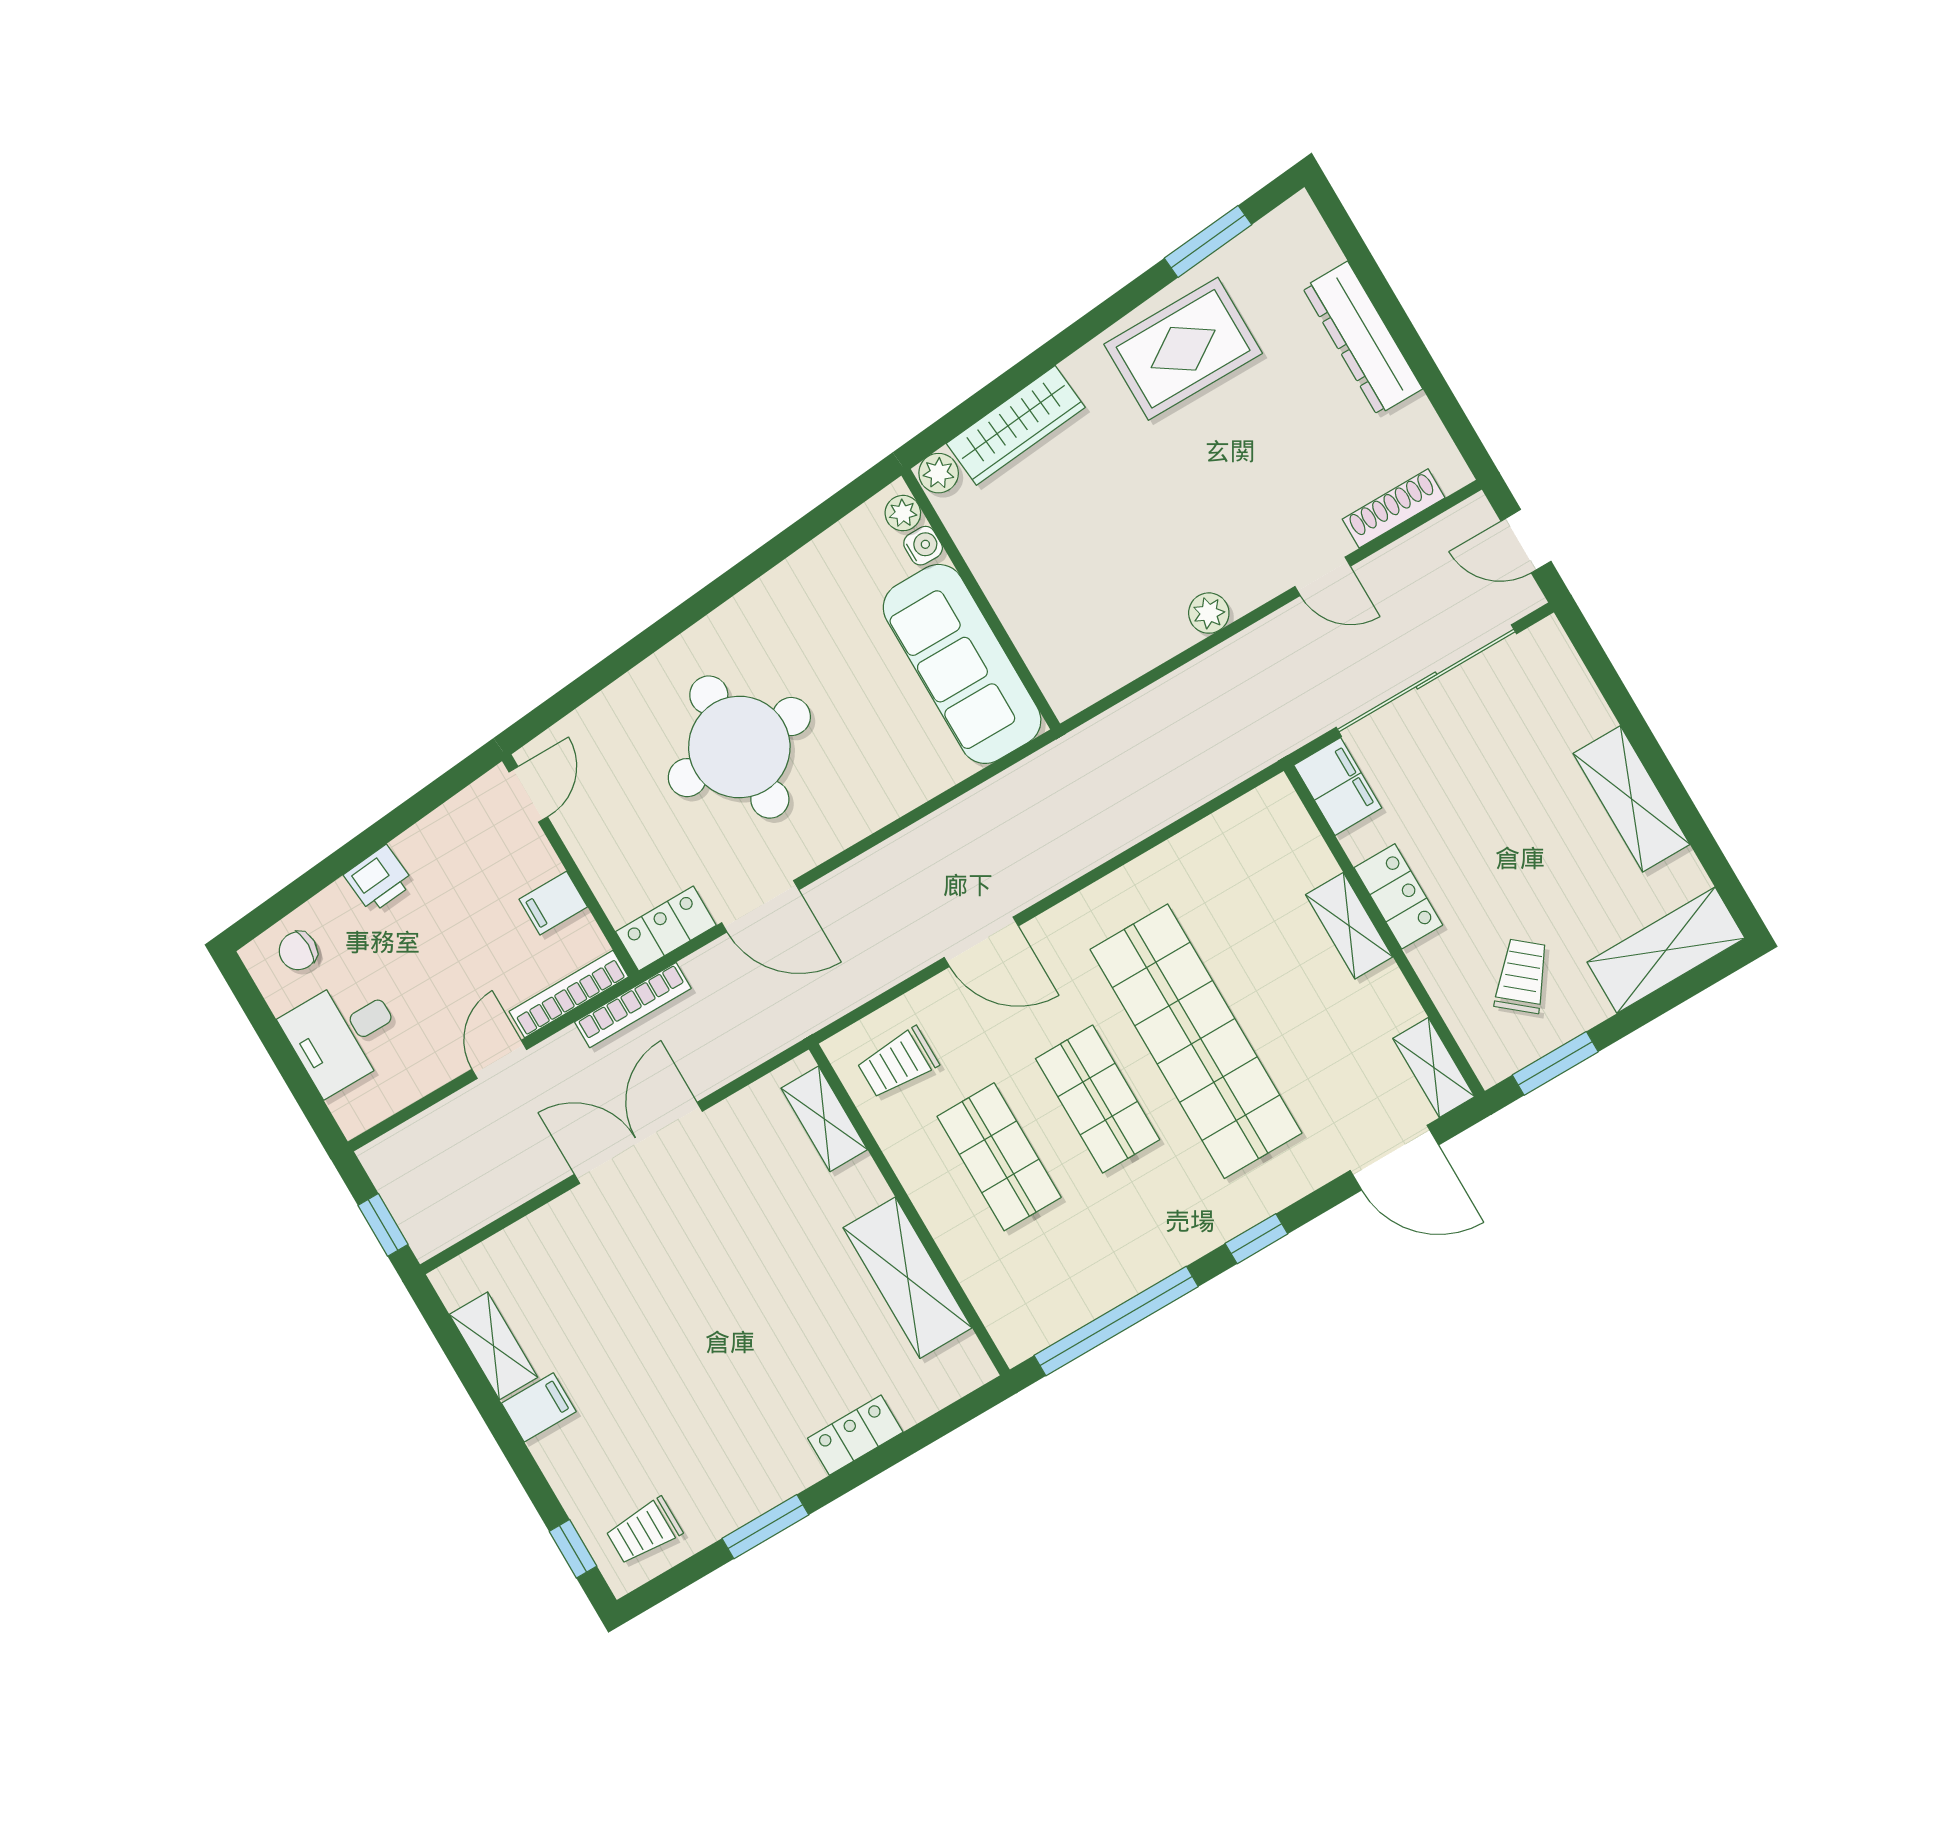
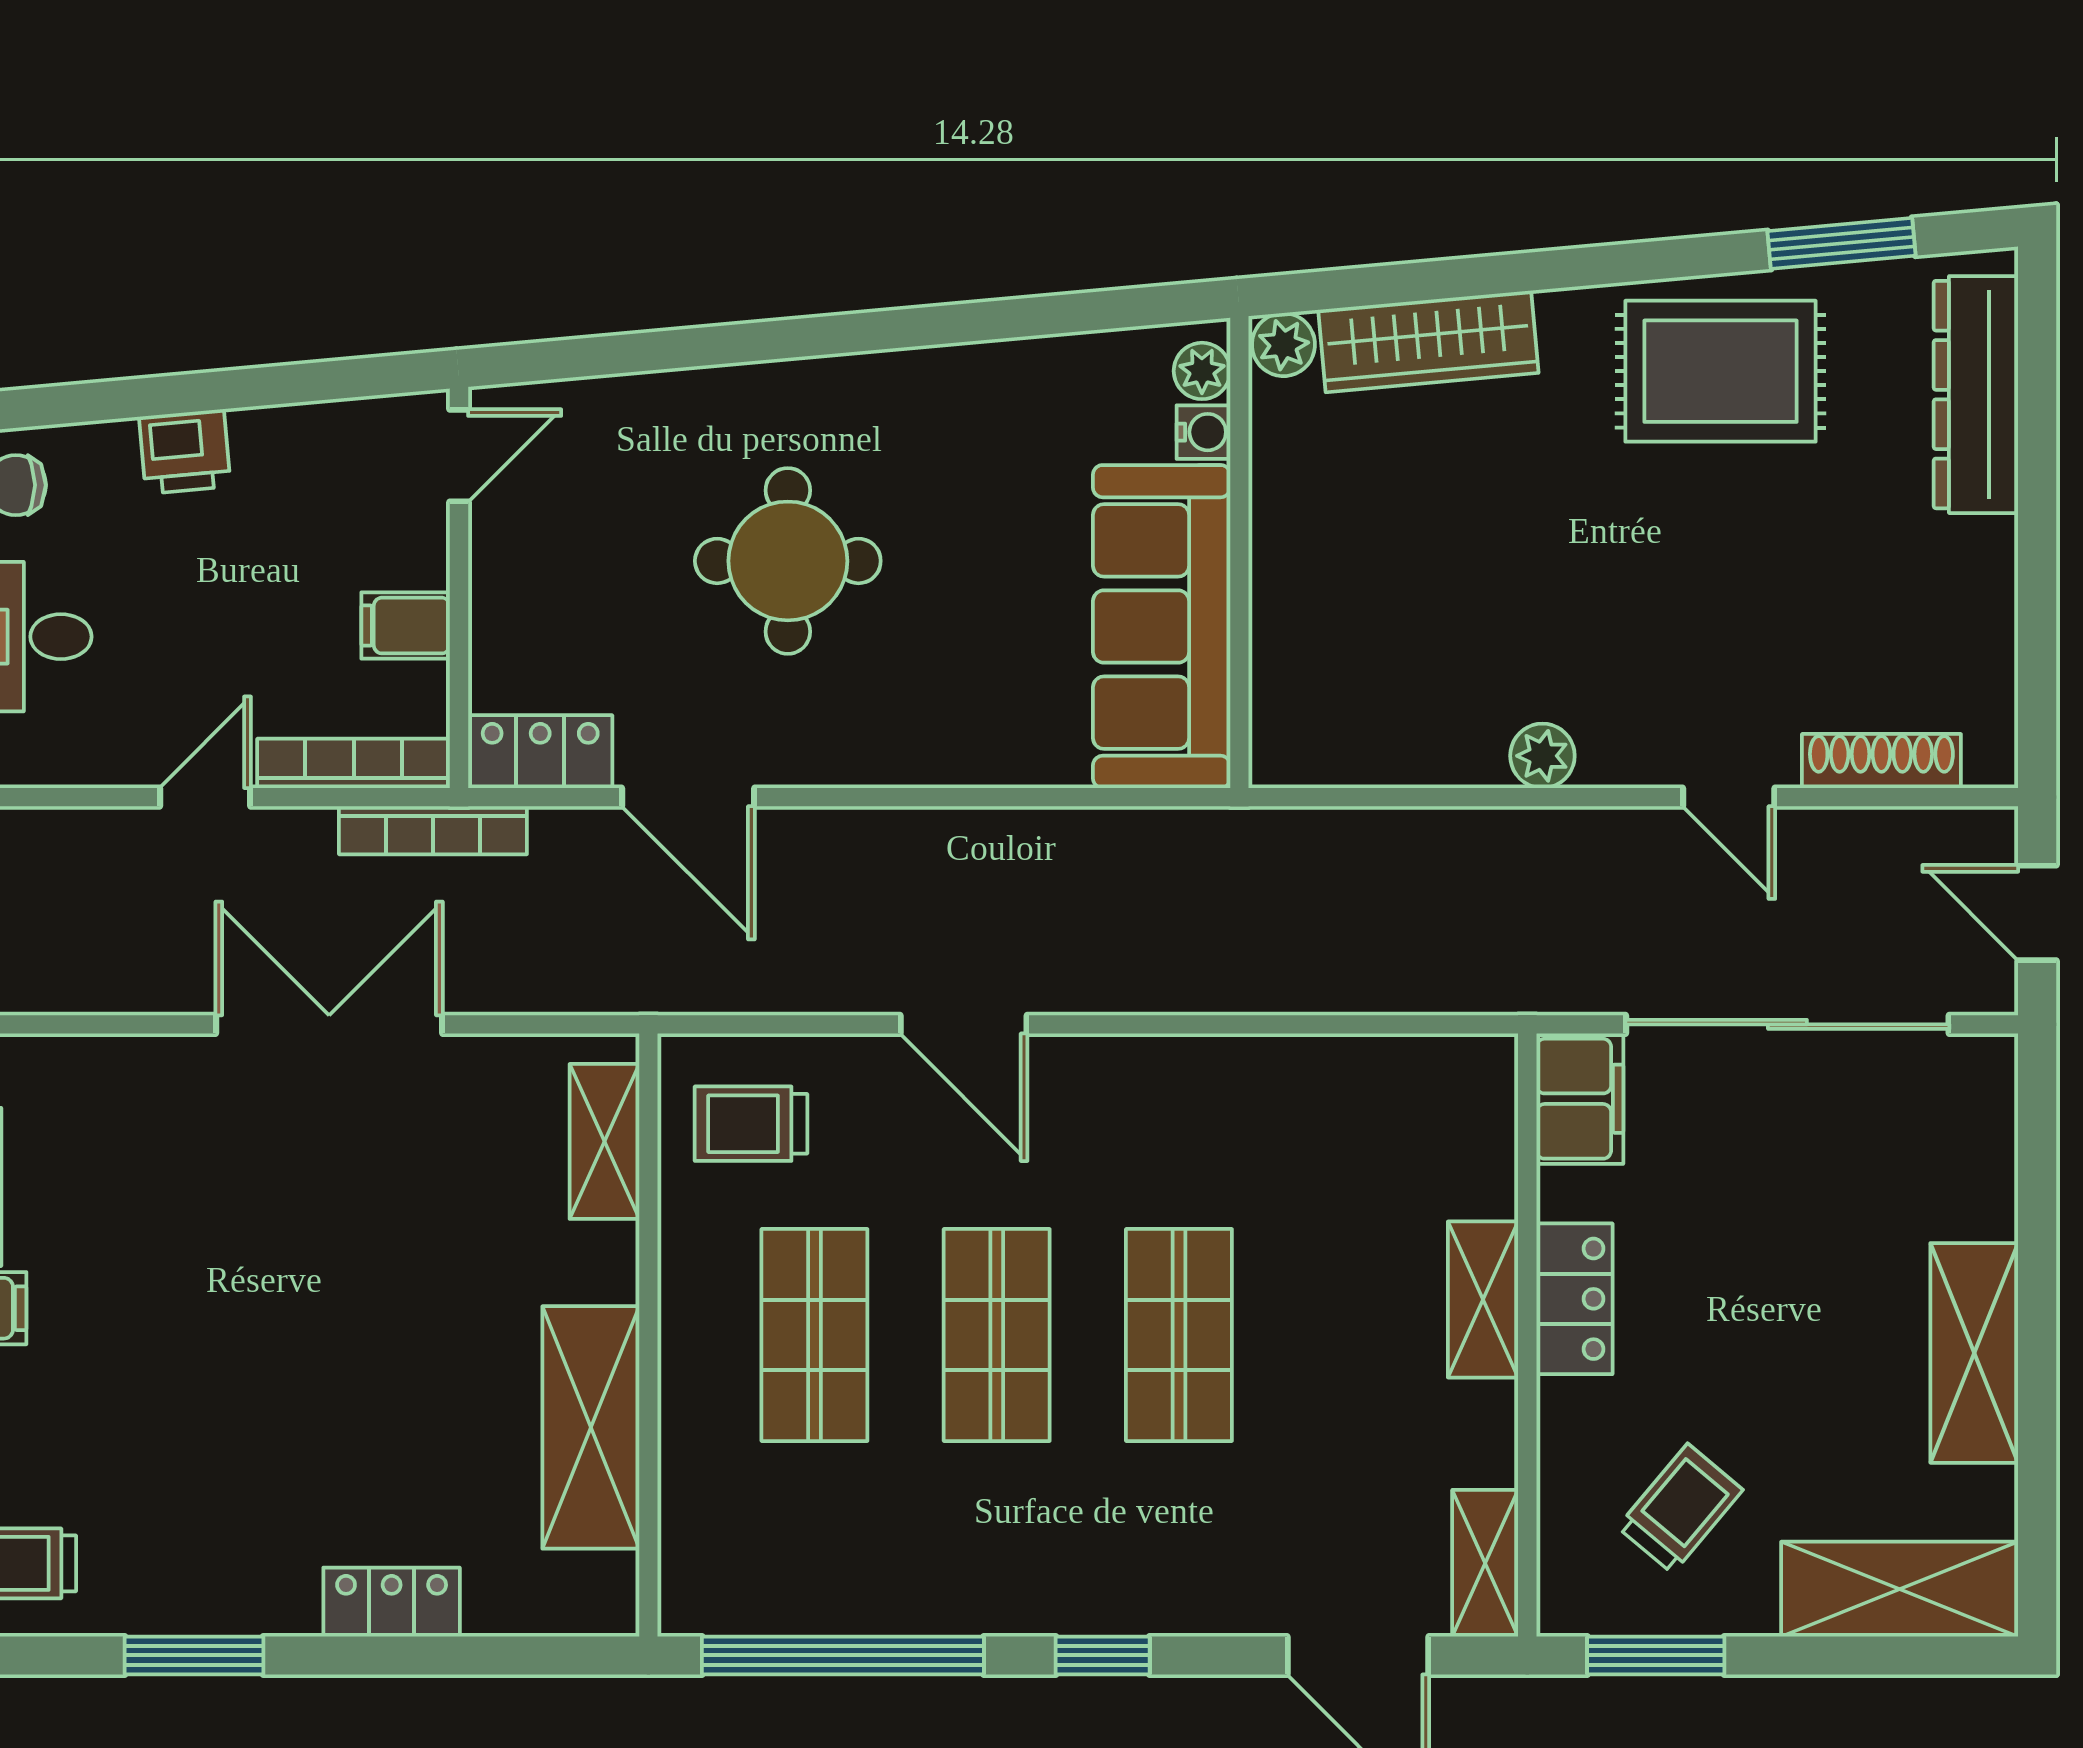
dresser: (1362, 338) -> (1976, 395), moved
round table: (739, 747) -> (788, 561), width x0.73, depth x0.73
shop shelf: (1196, 1041) -> (1179, 1335), width x0.50, depth x0.74

